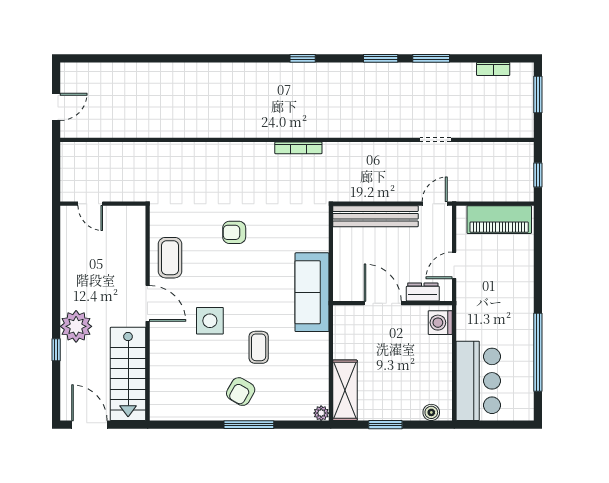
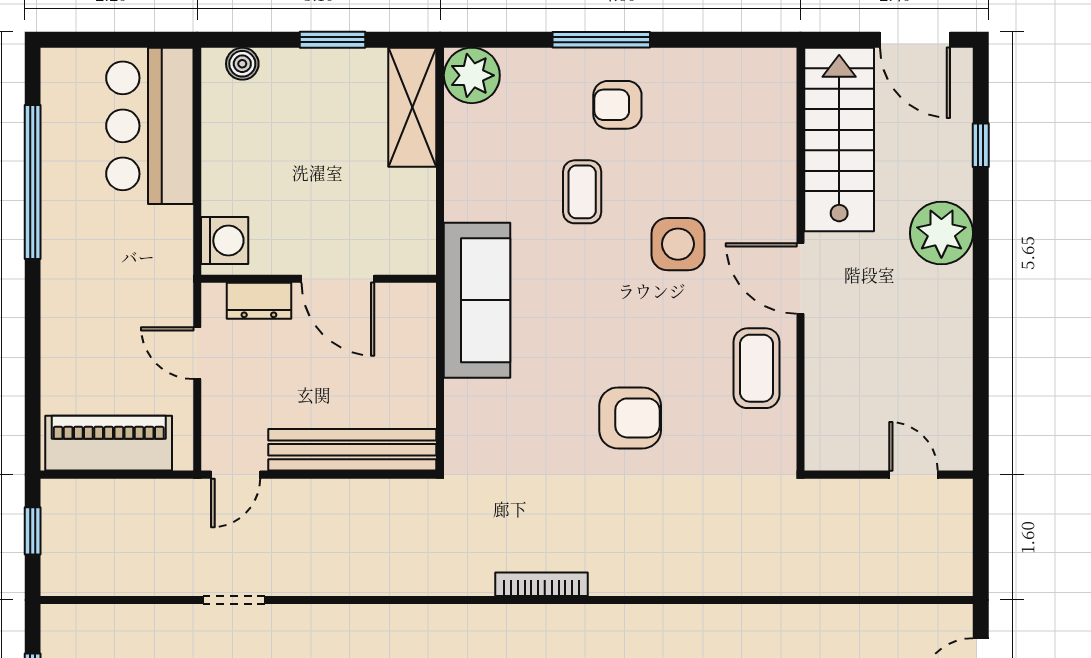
bookcase: (298, 148) -> (542, 584), moved
armchair: (234, 232) -> (630, 418), width x1.38, depth x1.38
door: (454, 265) -> (197, 353), swing flipped
window: (56, 350) -> (981, 145), moved
armchair: (241, 392) -> (617, 105), turned -120
plant: (321, 413) -> (472, 75), width x1.88, depth x1.88

